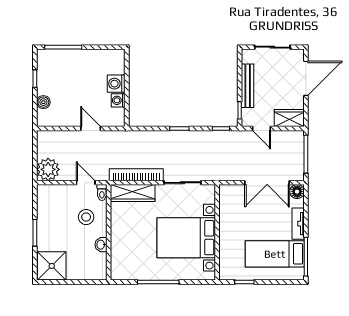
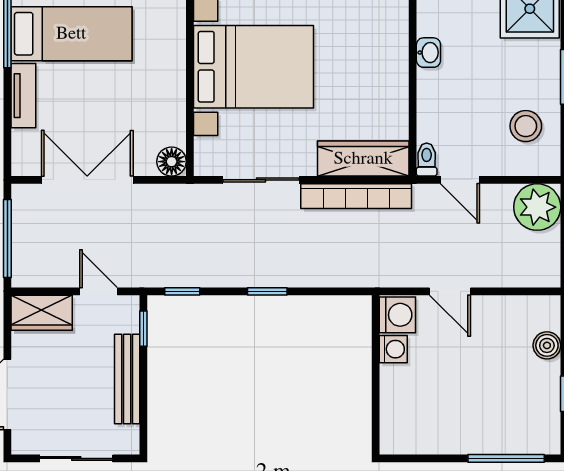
washing machine: (116, 84) -> (397, 315), moved
floor lamp: (297, 192) -> (172, 162), moved
stool: (86, 217) -> (526, 126), moved

